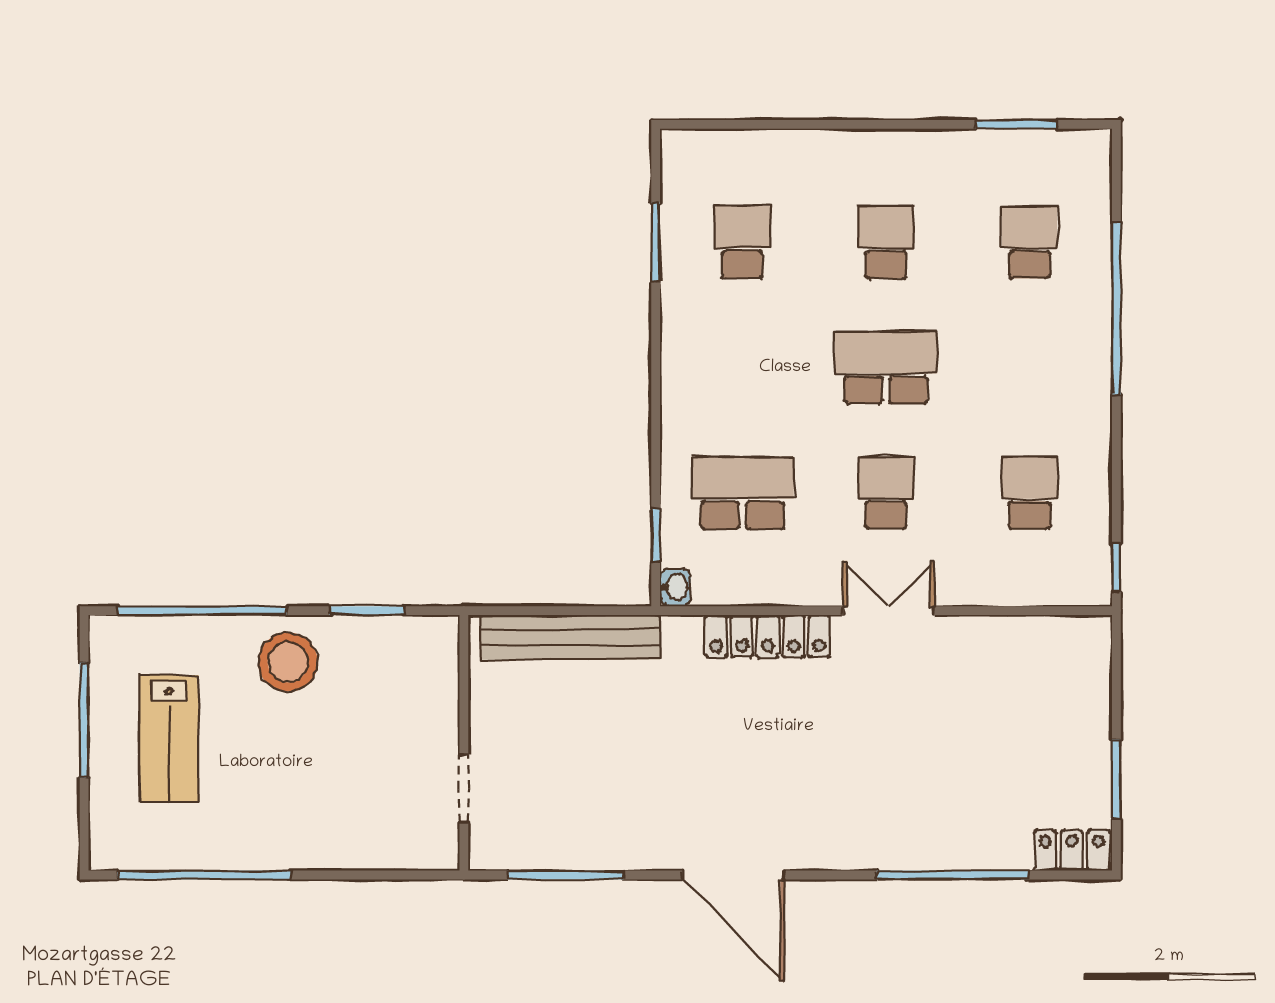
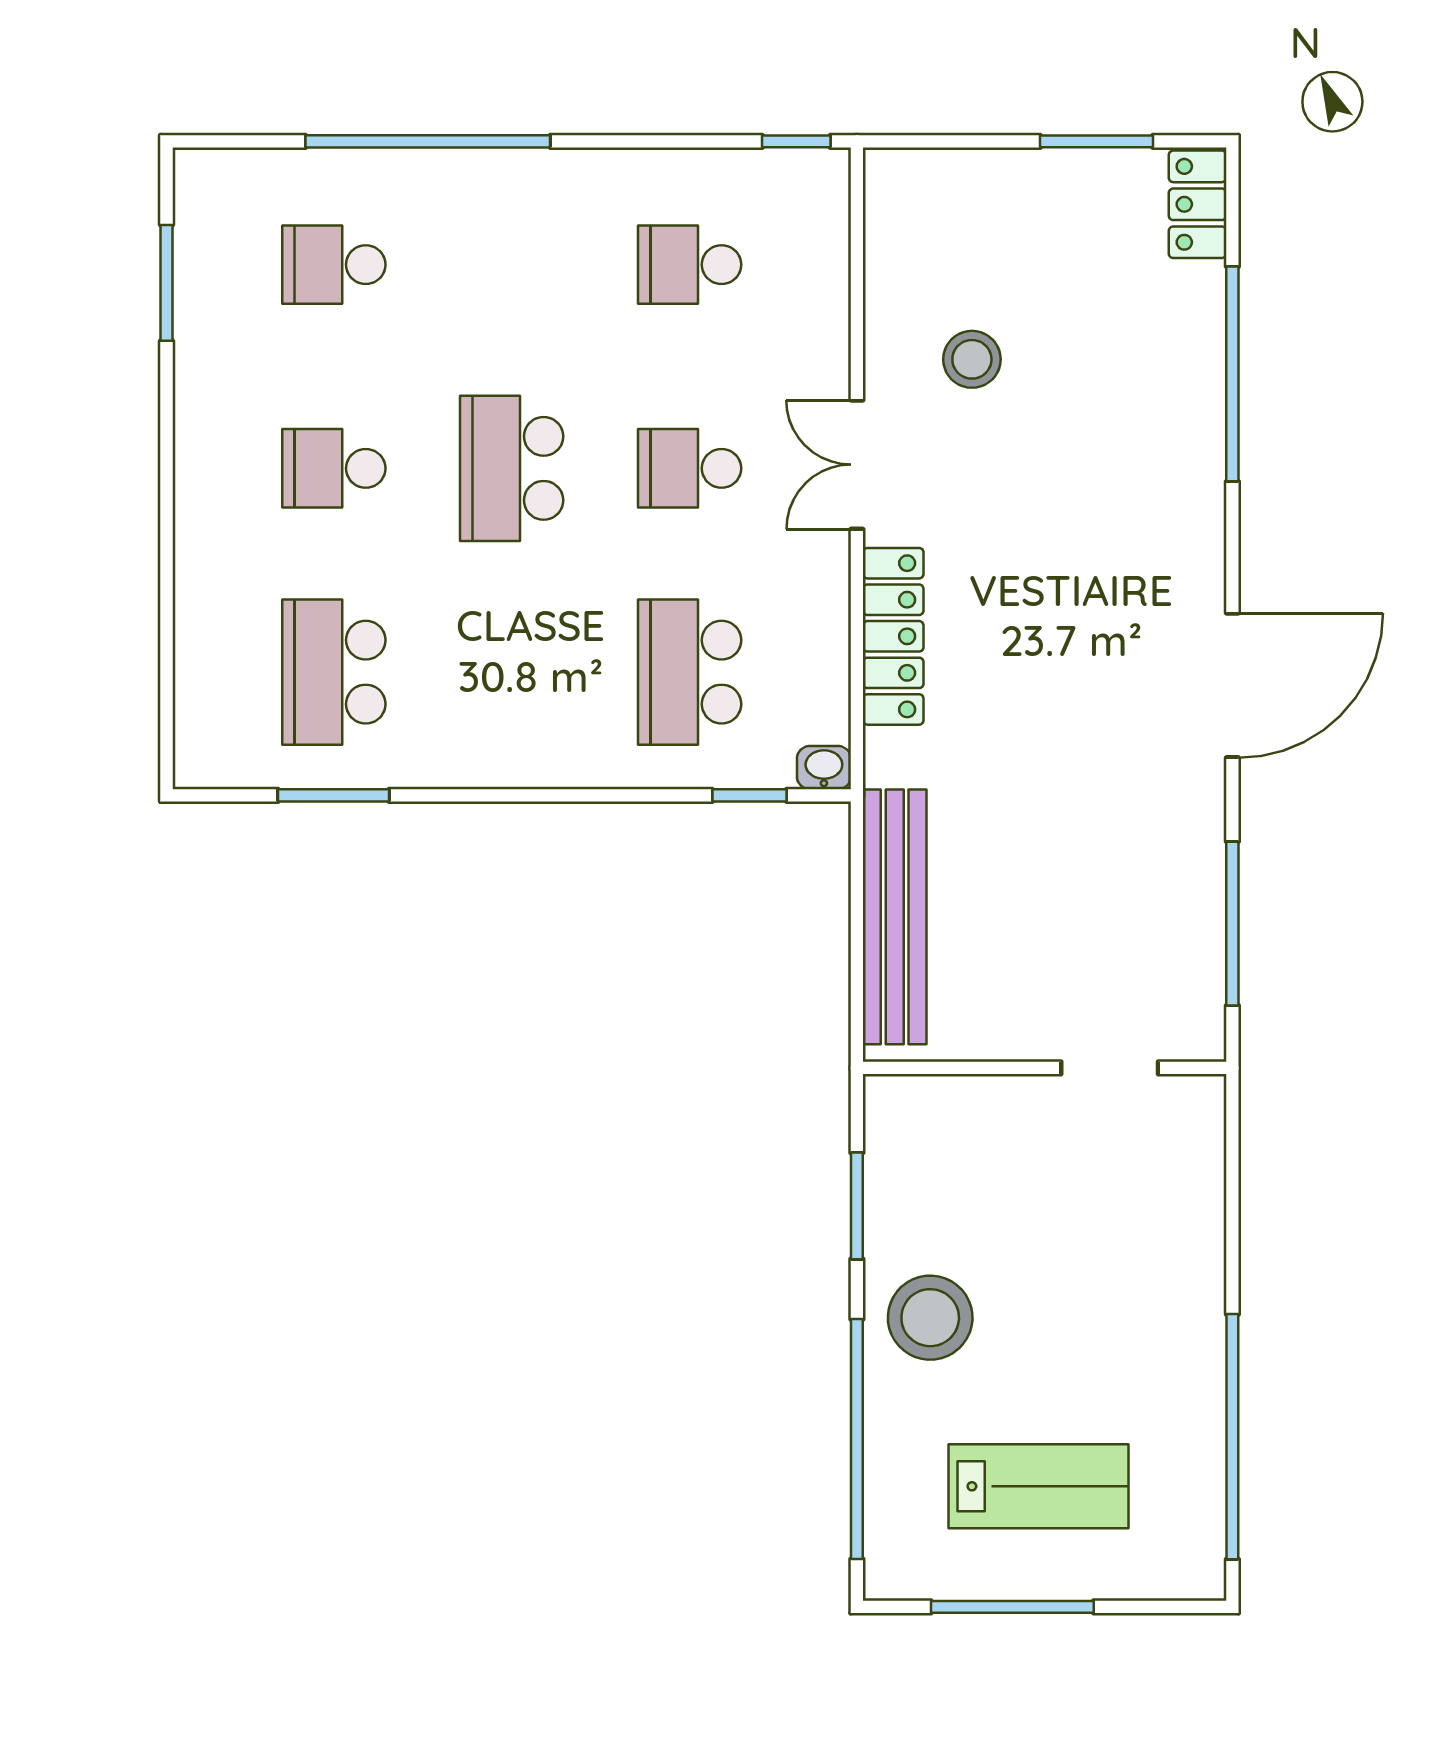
school desk: (743, 242) -> (334, 672), width x1.85
stool: (963, 692) -> (972, 359), added

